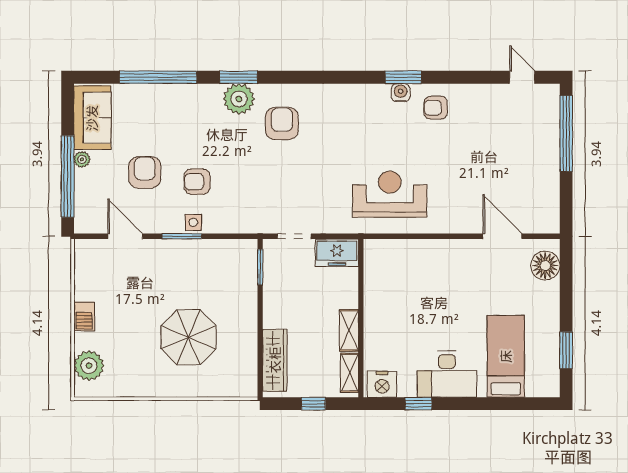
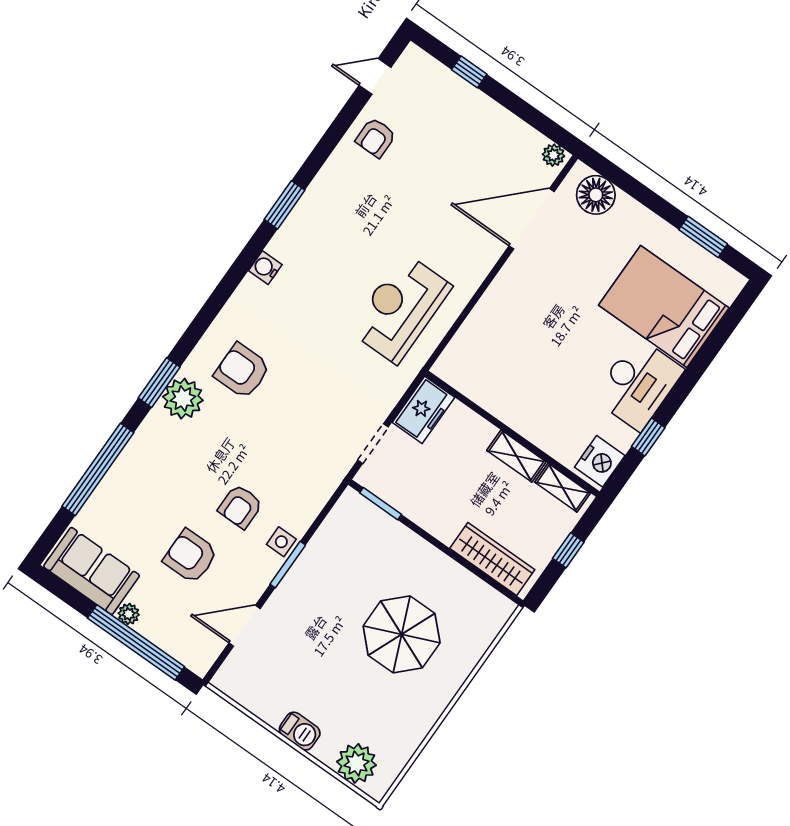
water cooler: (401, 93) -> (265, 268), moved
armchair: (436, 108) -> (376, 138), moved
window: (566, 133) -> (469, 72), width x0.32
plant: (551, 222) -> (553, 155), added
door: (502, 236) -> (532, 219), width x1.36
bed: (506, 356) -> (664, 307), width x1.50

